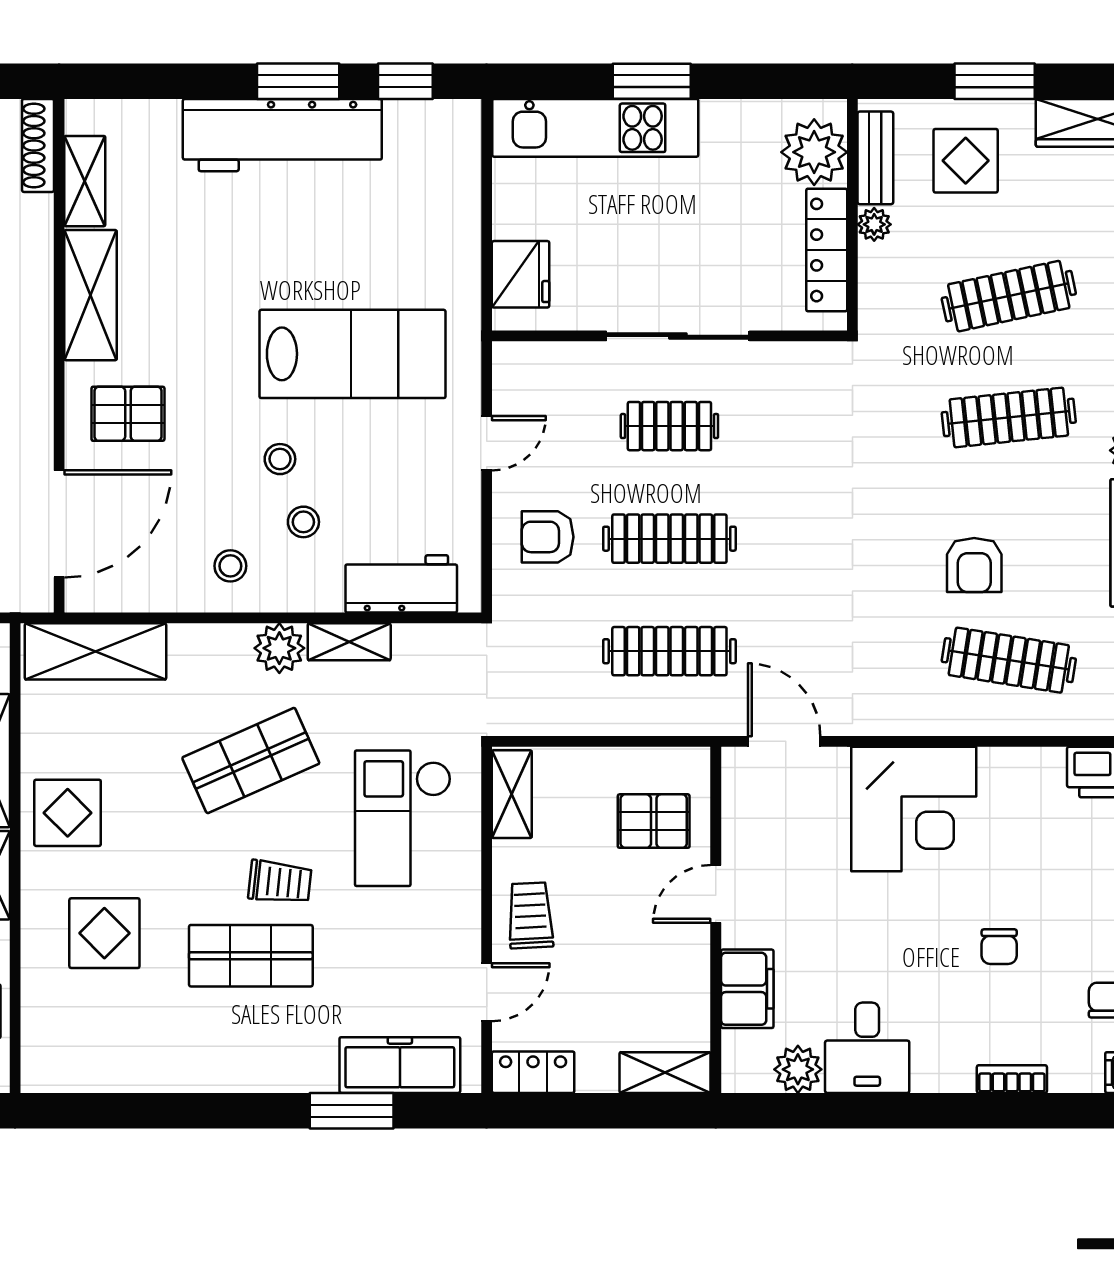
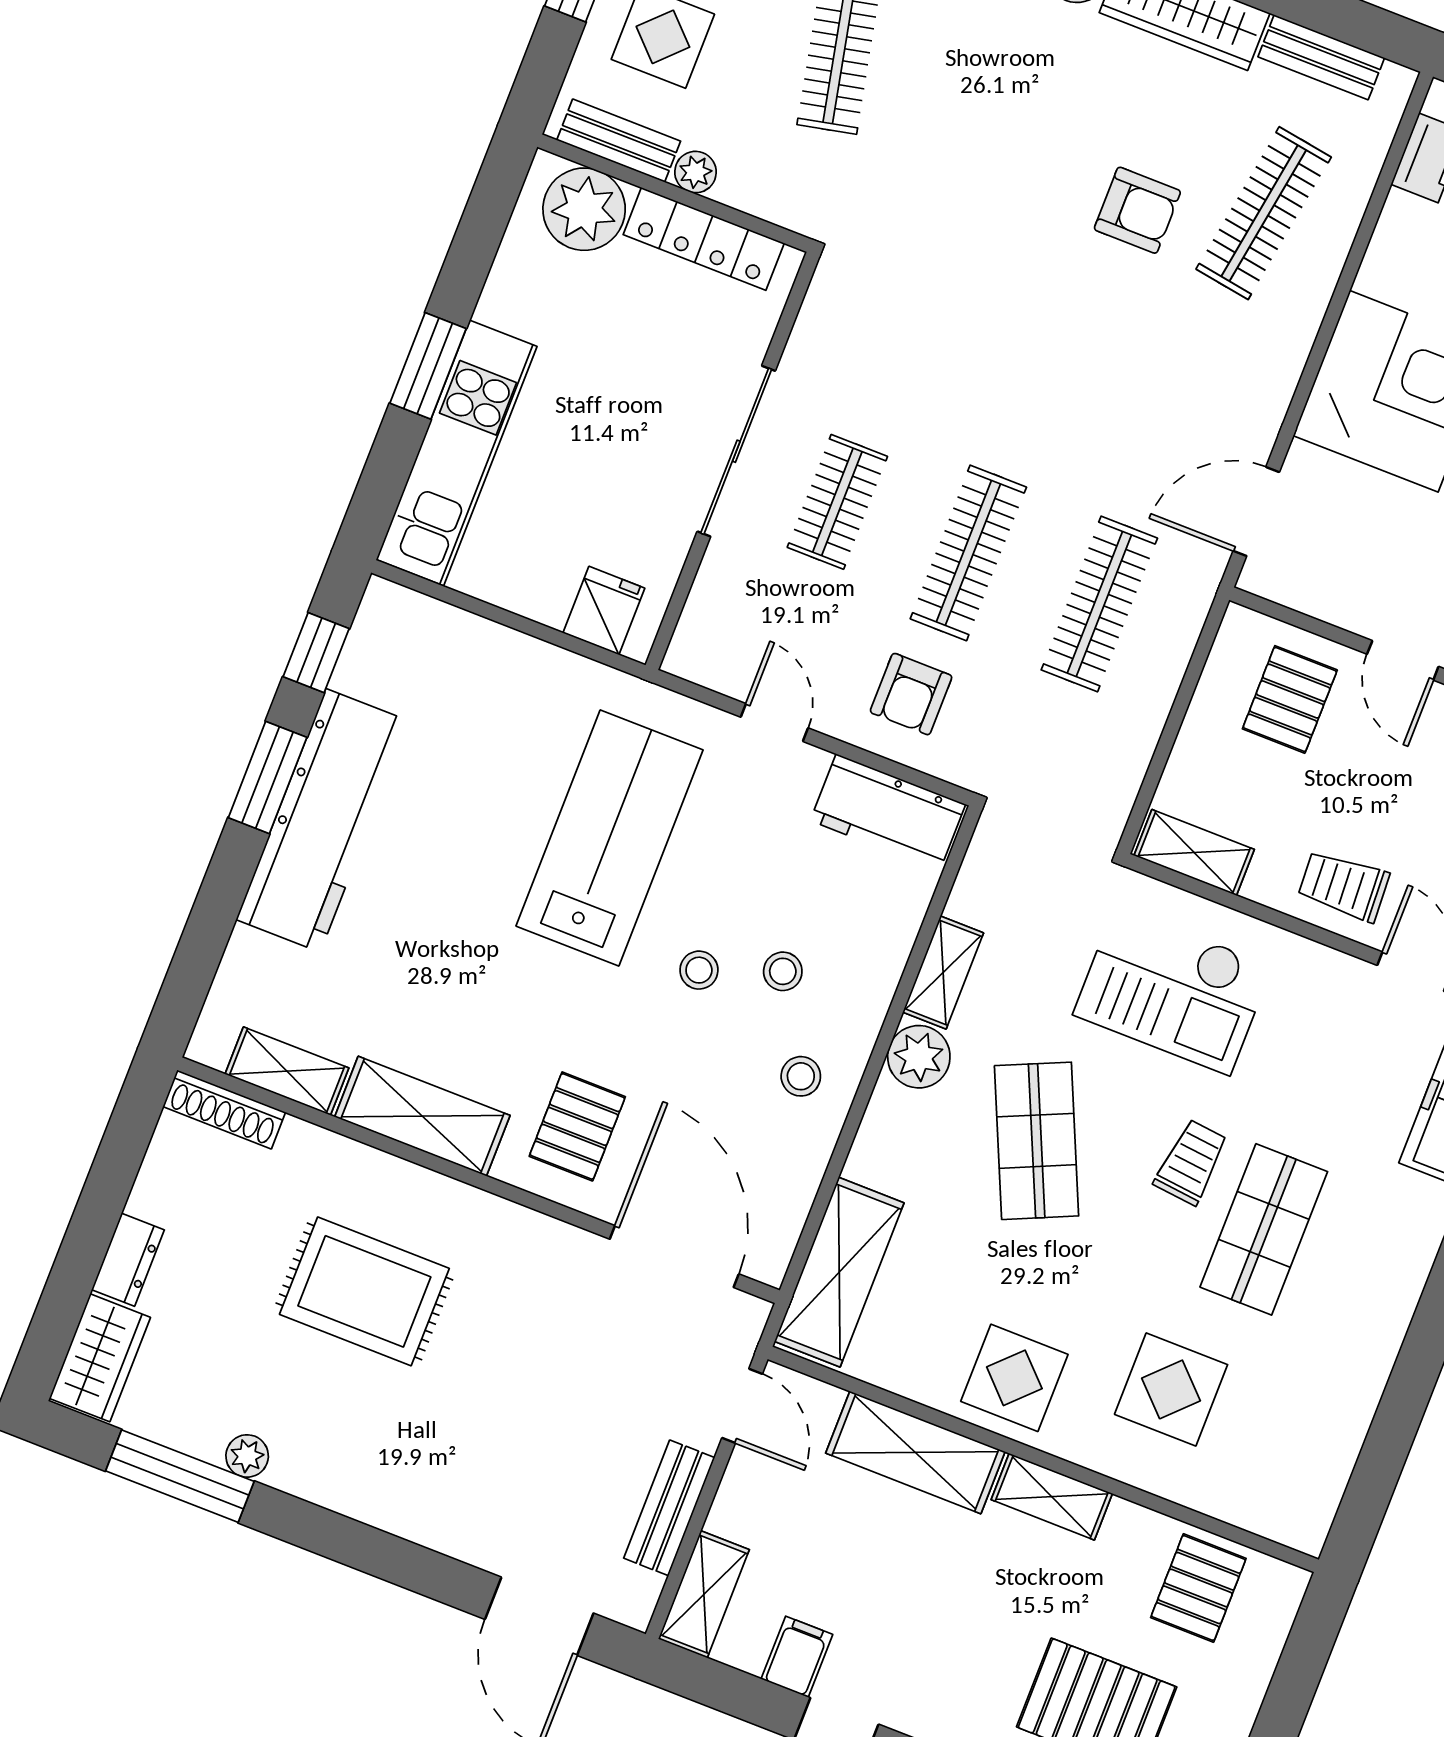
fridge: (521, 274) -> (604, 610), width x0.72
clothes rail: (1009, 417) -> (981, 103), removed
workbench: (401, 584) -> (888, 812), moved, turned -90

